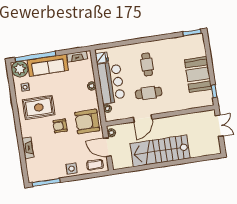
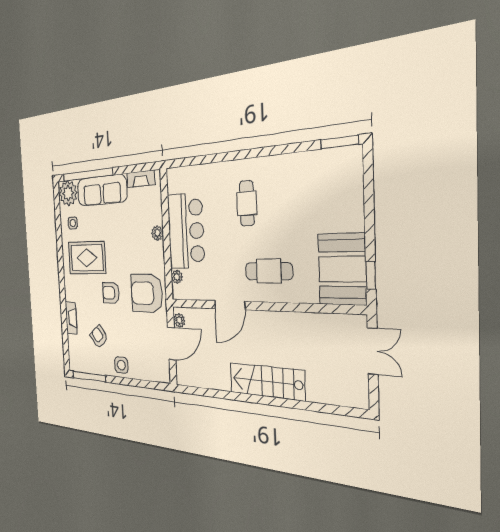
fridge: (102, 58) -> (176, 184), removed
booth: (198, 74) -> (342, 269), moved
cafe table: (149, 93) -> (269, 271), moved
door: (107, 147) -> (172, 344), swing flipped
stairs: (160, 151) -> (267, 382), width x0.73, depth x0.66
armchair: (52, 155) -> (99, 337), added
coffee table: (95, 165) -> (152, 368), removed

